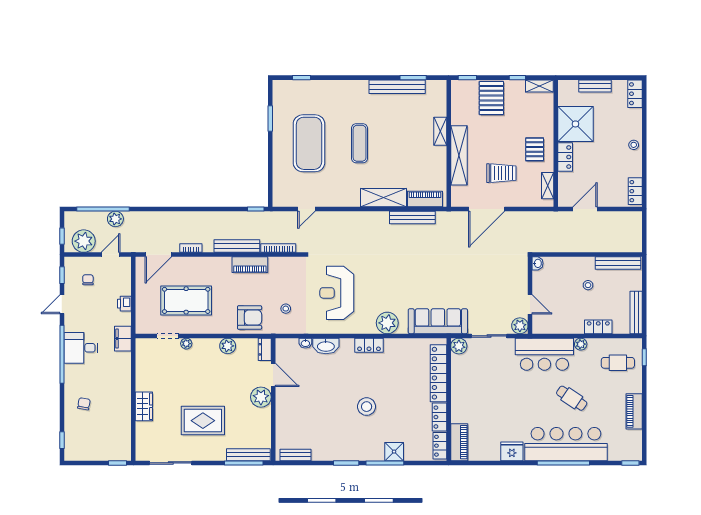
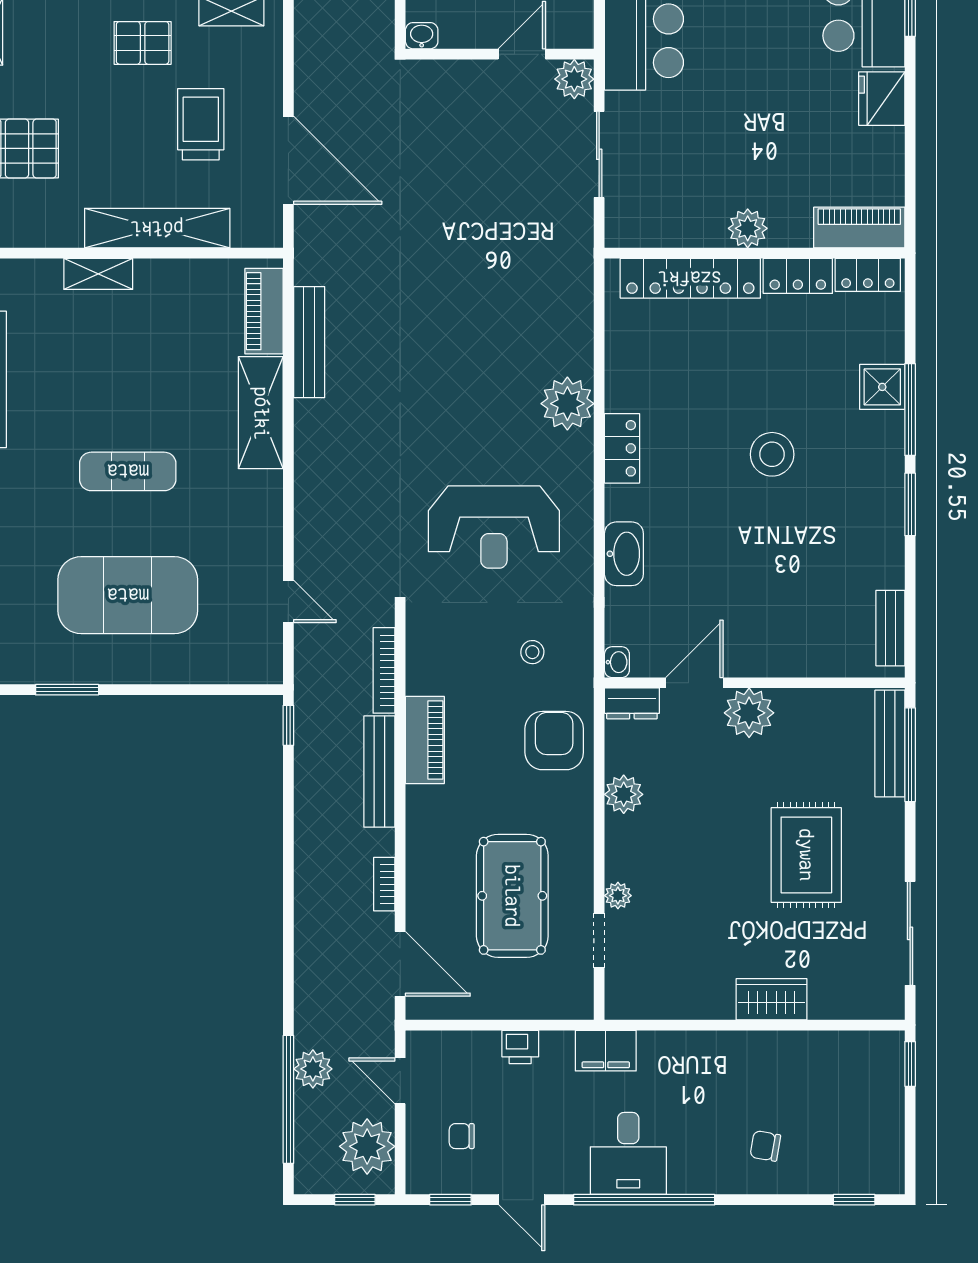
sofa: (438, 321) -> (563, 280), removed
washbasin: (305, 343) -> (617, 662), moved
plant: (459, 346) -> (748, 228), moved

